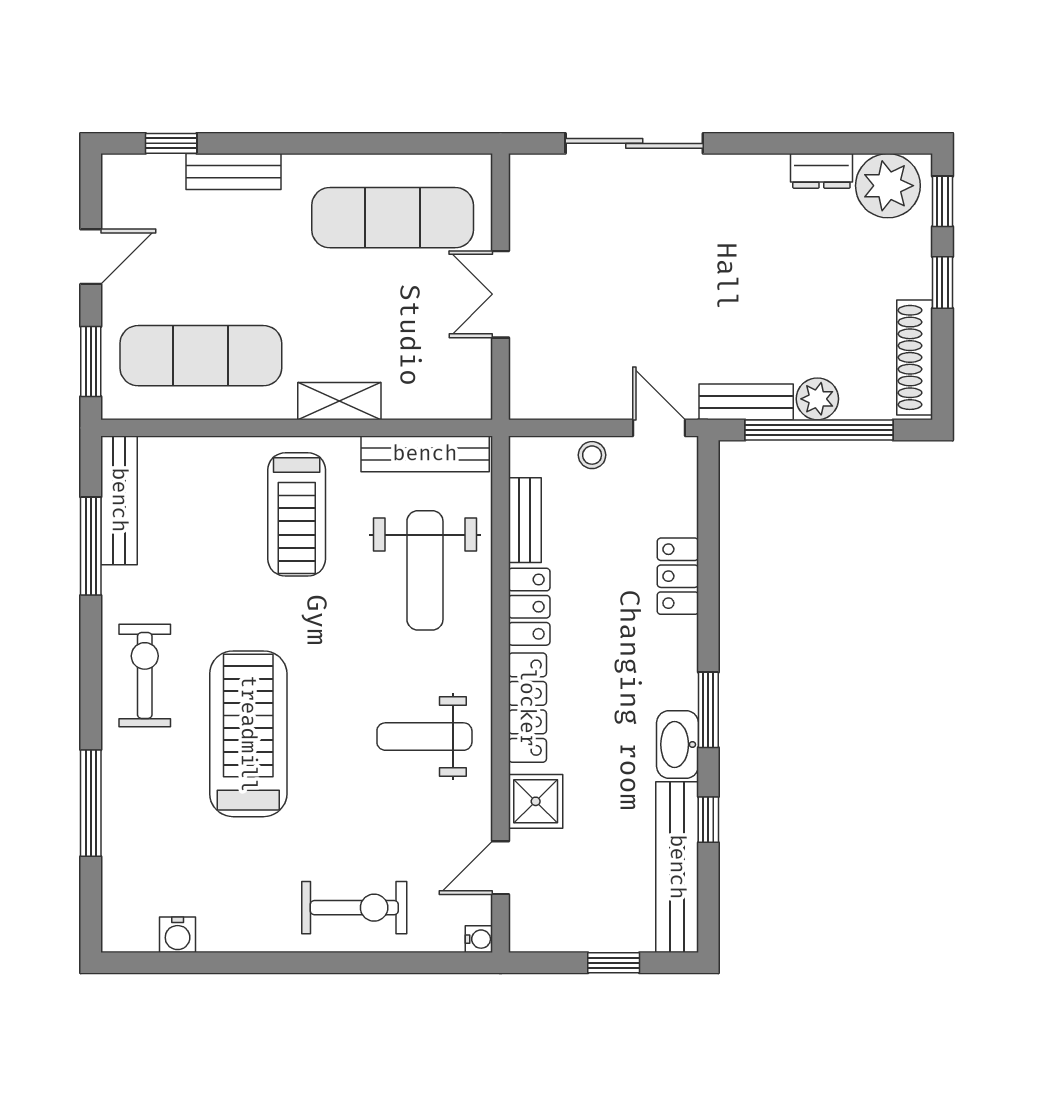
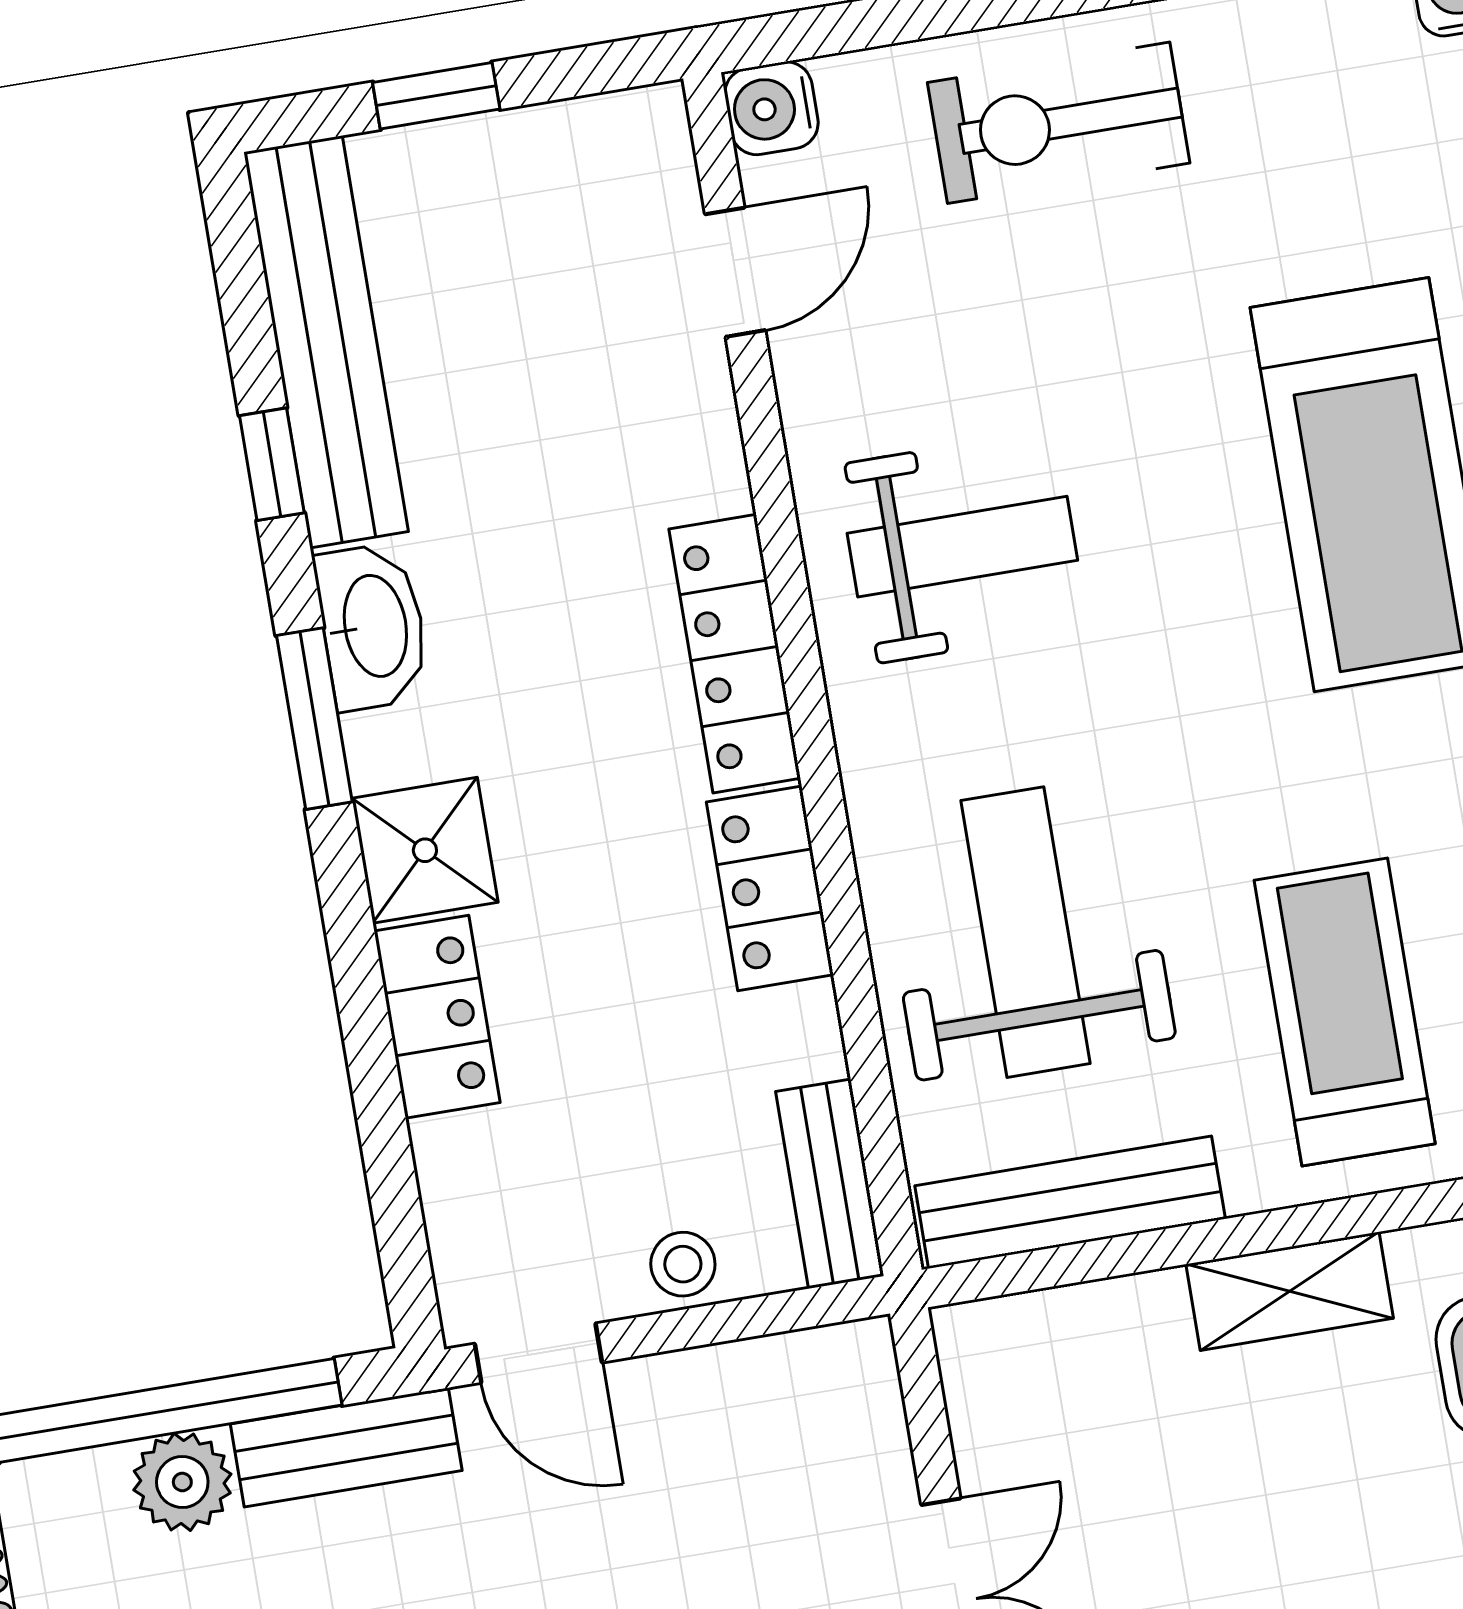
bench: (525, 520) -> (830, 1184), moved
shower: (536, 801) -> (425, 850), moved
water cooler: (479, 939) -> (771, 108), width x1.38, depth x1.38

